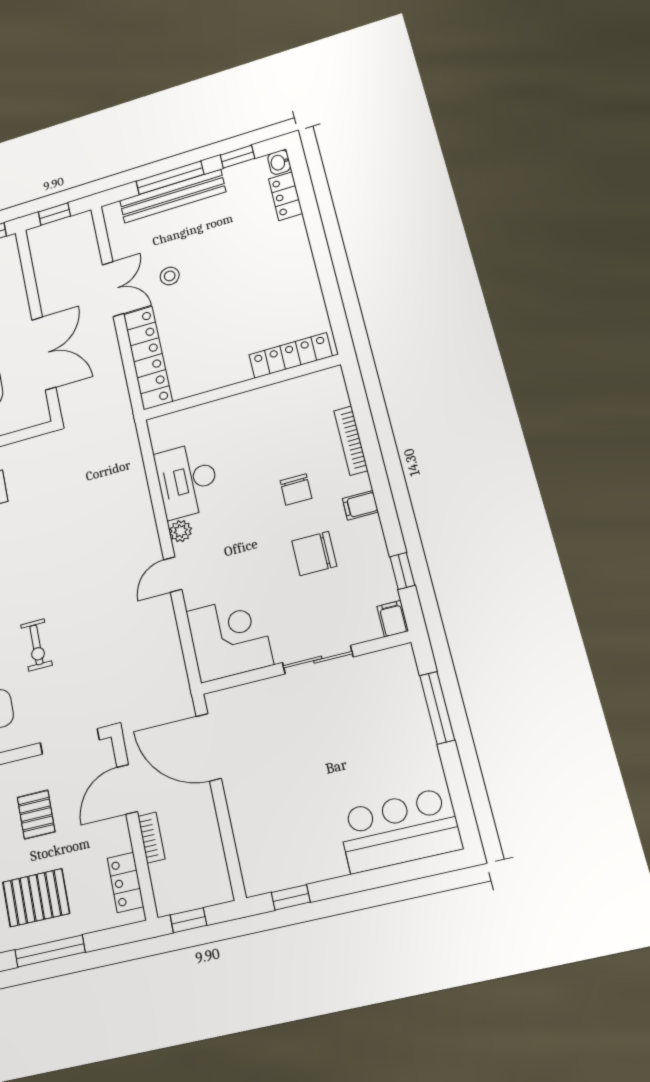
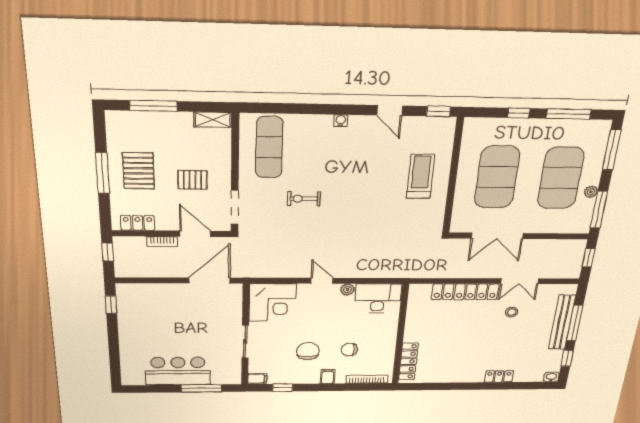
locker: (286, 196) -> (499, 376), moved
locker: (291, 355) -> (408, 361), moved
wall: (241, 387) -> (400, 335), moved
bar counter: (399, 830) -> (178, 371), moved, turned -90

